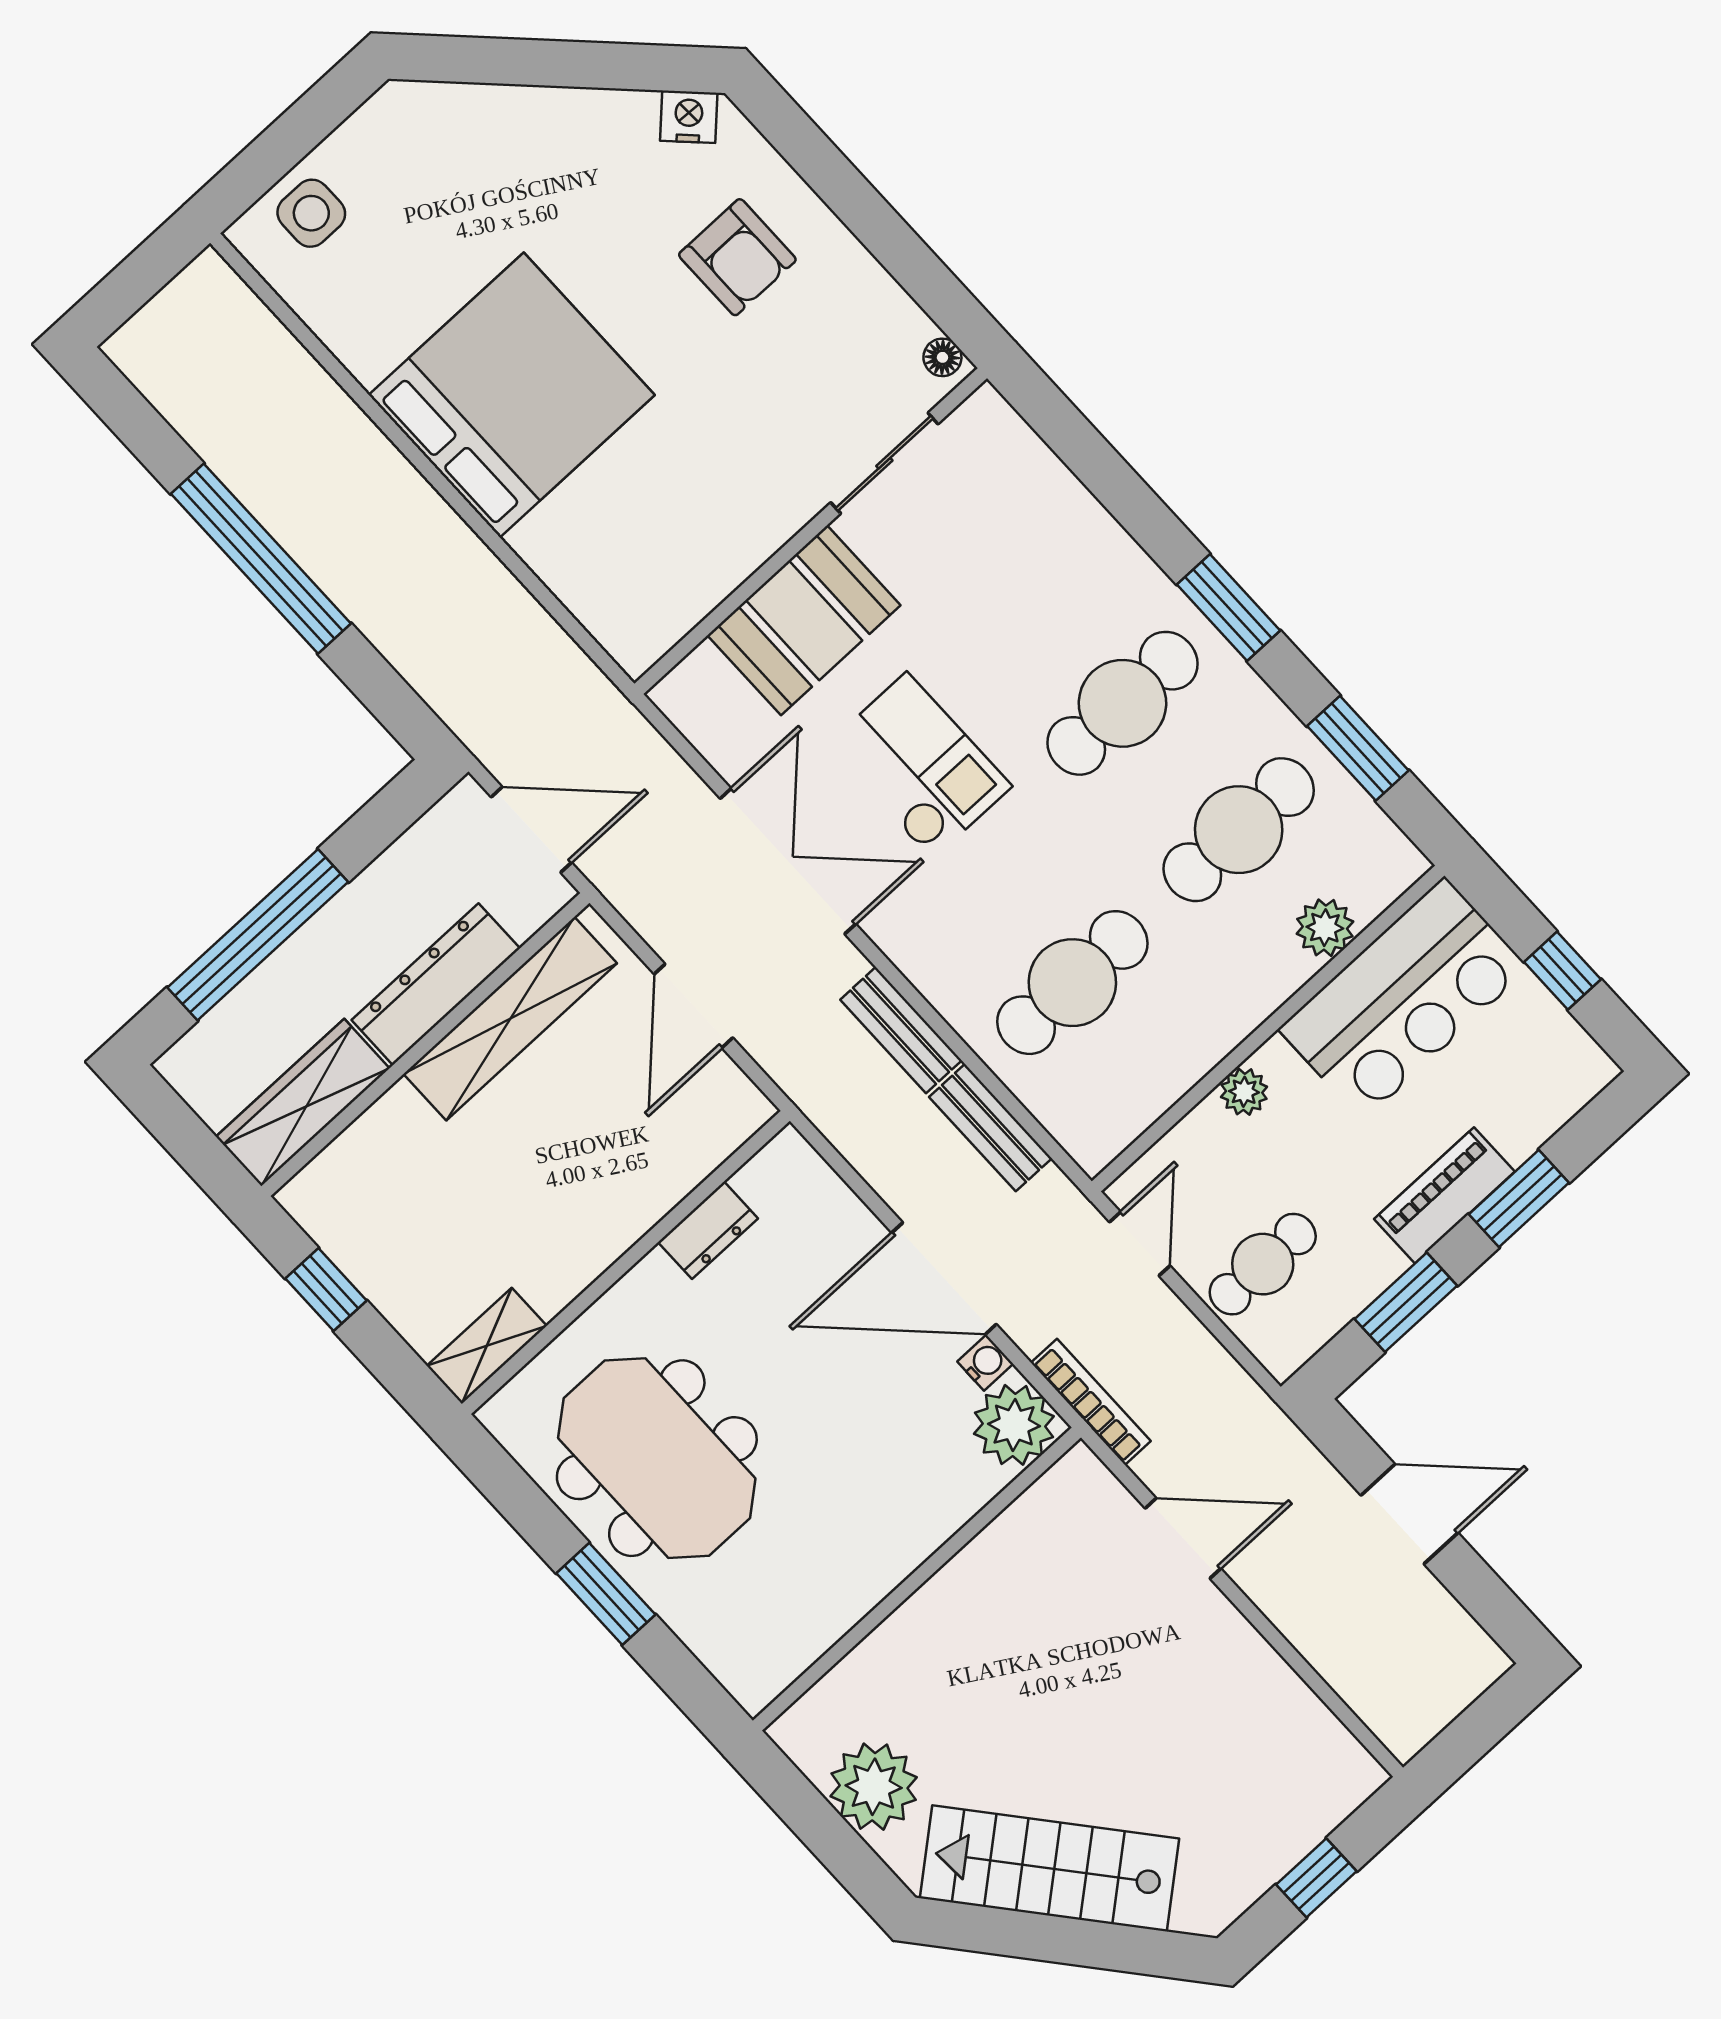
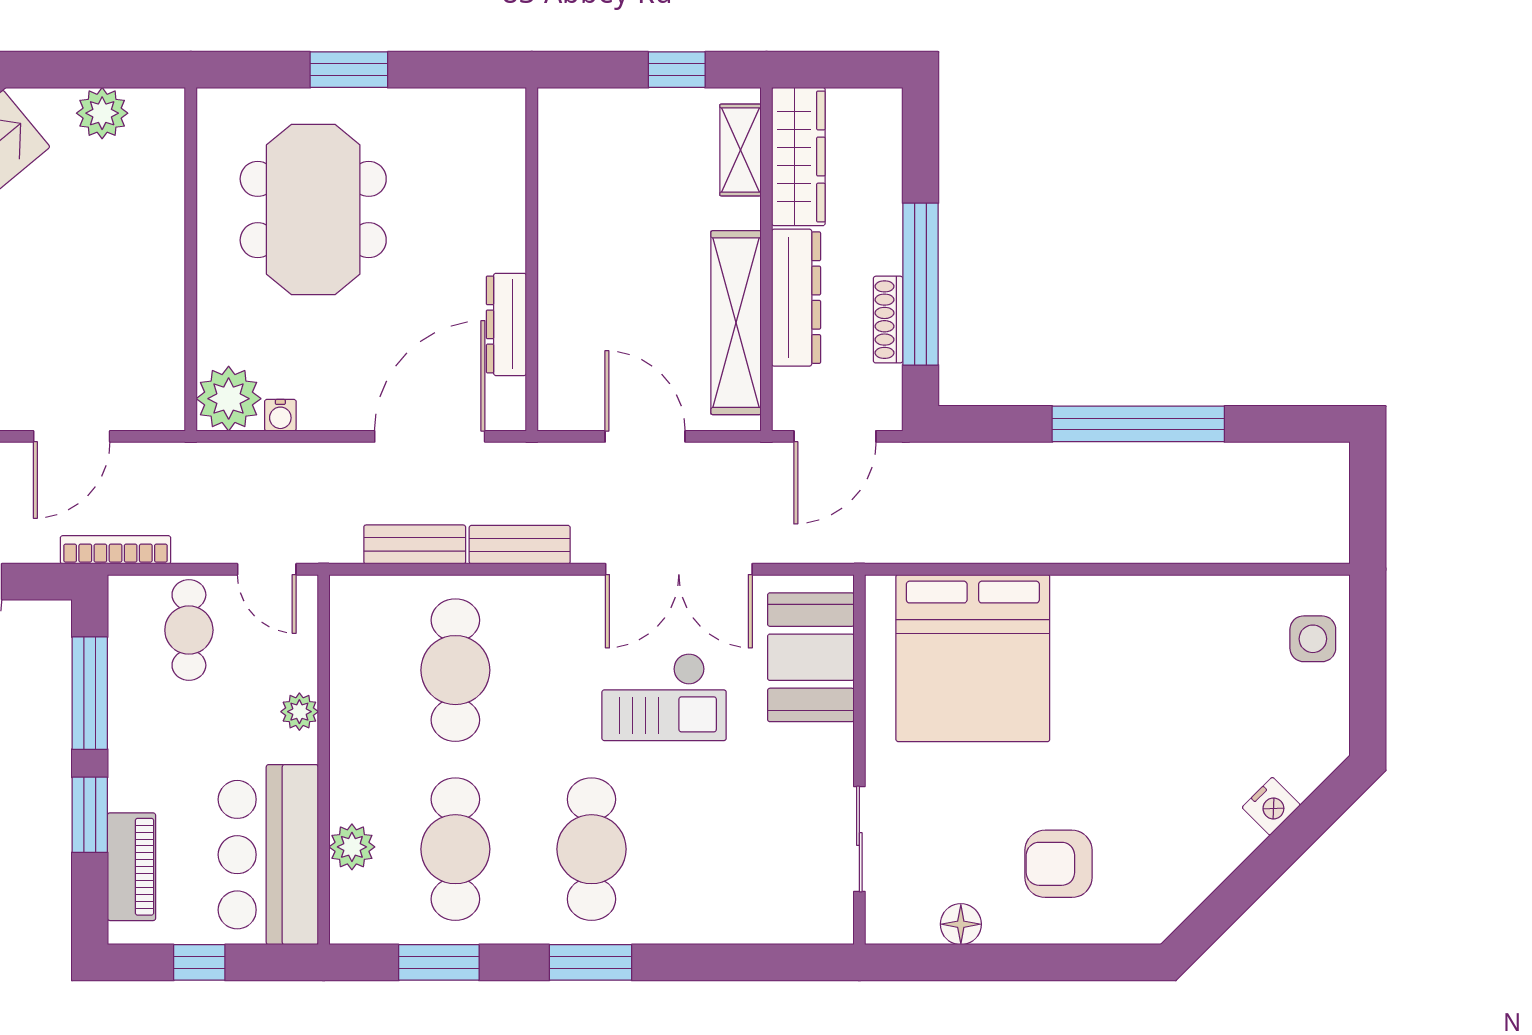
nightstand: (689, 117) -> (1271, 806), moved
floor lamp: (942, 357) -> (961, 924), moved, width x1.37, depth x1.37
bed: (512, 395) -> (973, 658), moved
booth: (804, 620) -> (811, 657), moved
shoe rack: (378, 880) -> (888, 320), added
window: (258, 935) -> (920, 284), moved
piano: (1444, 1195) -> (132, 867), moved
dresser: (708, 1230) -> (506, 324), width x1.44
door: (944, 1278) -> (430, 436), moved
window: (1406, 1302) -> (90, 693), width x1.44
shelving: (487, 1346) -> (740, 150), moved
bookcase: (1091, 1402) -> (116, 550), moved, turned 180
meeting table: (657, 1458) -> (313, 210), moved, turned 90
plant: (874, 1787) -> (102, 113), width x0.73, depth x0.73

